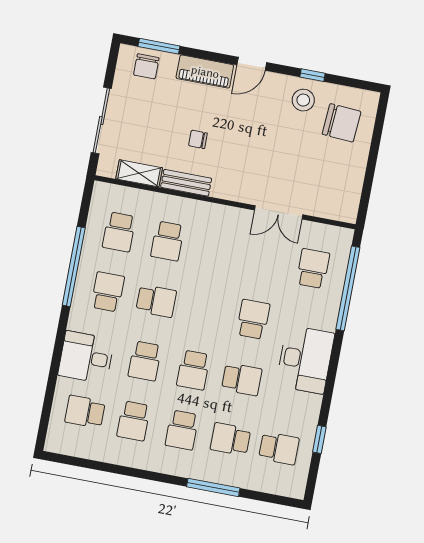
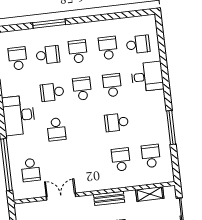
bench: (186, 183) -> (109, 198), moved
window: (74, 266) -> (171, 128), width x0.68
school desk: (108, 292) -> (147, 119), removed
school desk: (279, 448) -> (18, 58), turned 90

